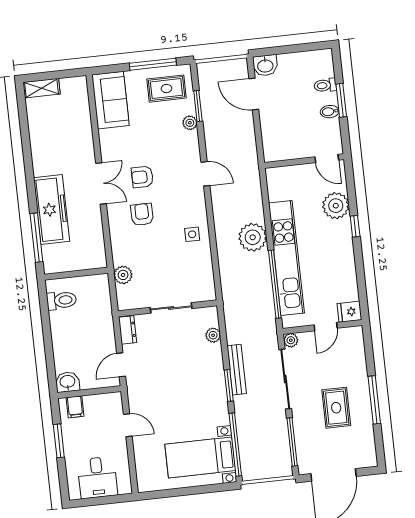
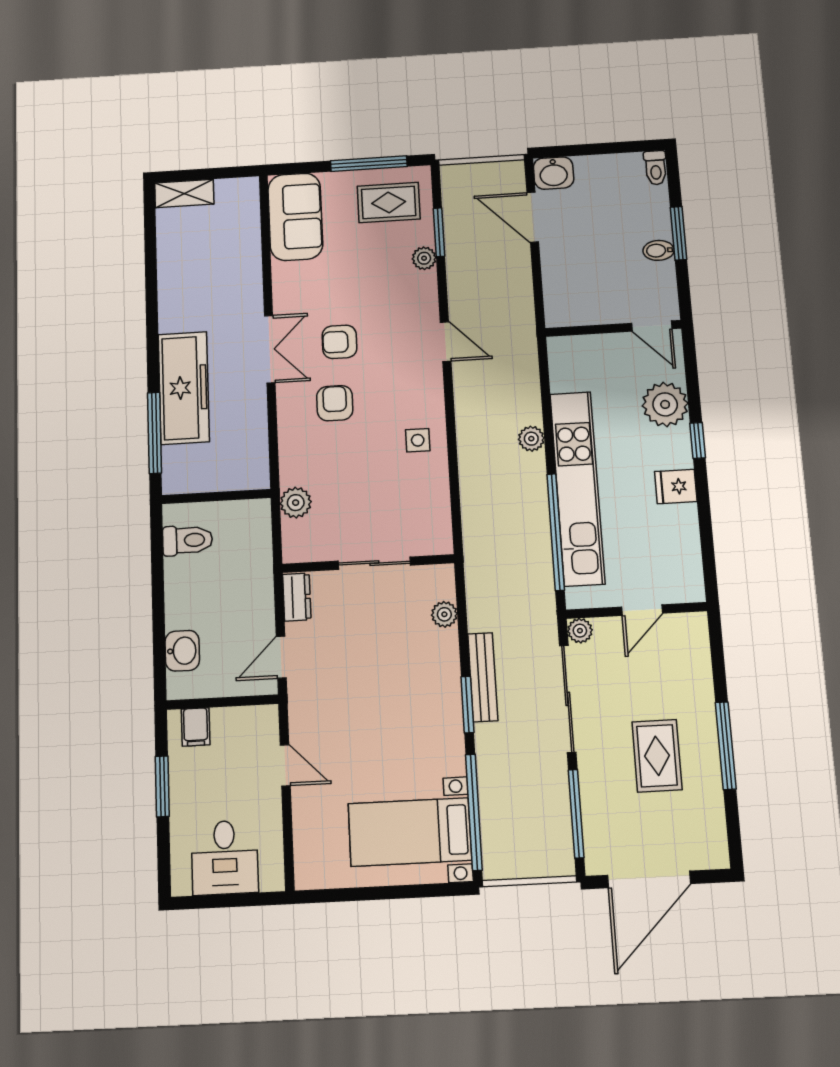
toilet: (325, 85) -> (656, 168), moved, turned -90
plant: (253, 237) -> (531, 439), width x0.53, depth x0.53
fridge: (349, 312) -> (676, 486), moved
washbasin: (67, 382) -> (182, 651), moved, turned 90

